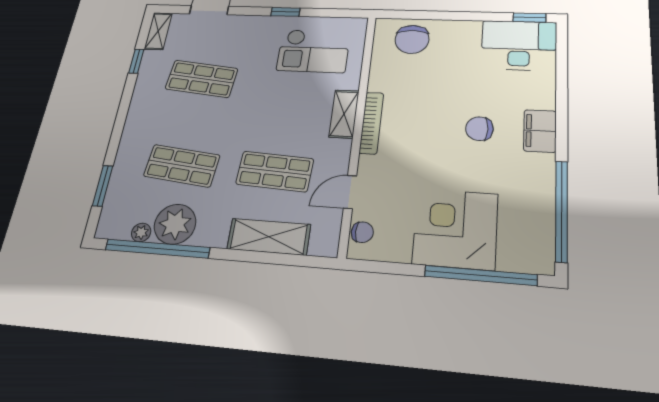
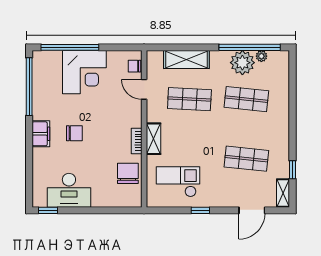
chair: (412, 39) -> (128, 173), moved
desk: (519, 45) -> (69, 190), moved
bookcase: (371, 123) -> (137, 141), width x0.64
window: (103, 186) -> (293, 83), removed
door: (350, 192) -> (144, 89), swing flipped

